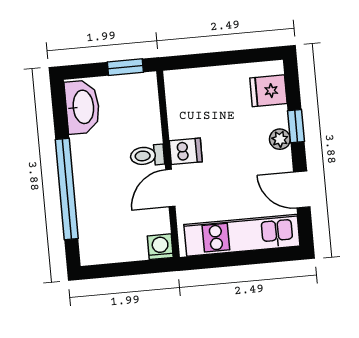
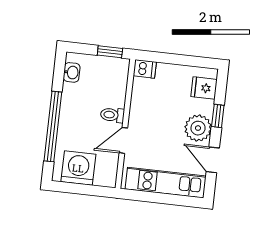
washbasin: (82, 107) -> (72, 72), width x0.52, depth x0.69
plant: (280, 139) -> (198, 128), width x1.87, depth x1.87
dishwasher: (186, 151) -> (145, 69), moved
washing machine: (160, 247) -> (78, 168), moved, width x1.89, depth x1.89

